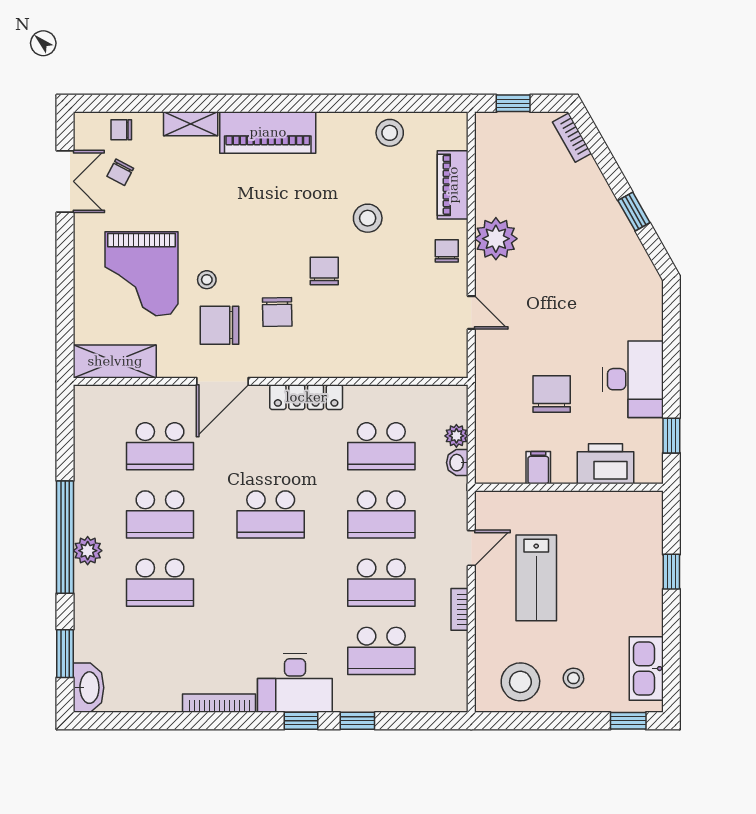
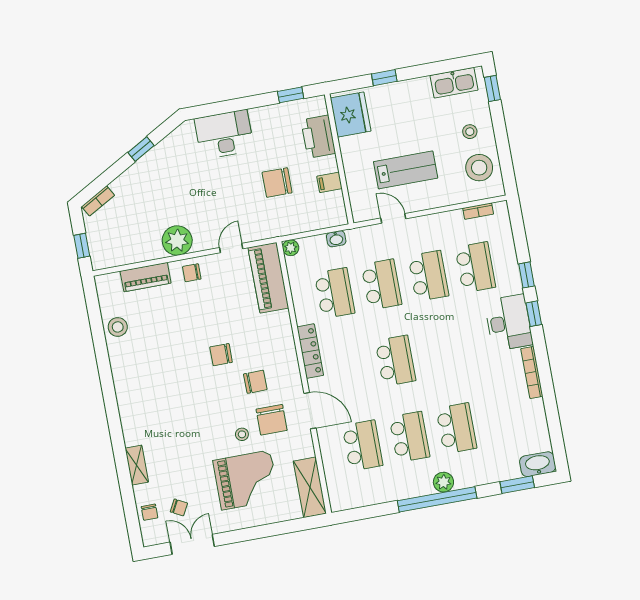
piano: (268, 132) -> (268, 278), moved, turned 180
stool: (368, 218) -> (179, 331), removed
desk: (633, 379) -> (224, 134), moved
plant: (456, 436) -> (291, 248), moved
fridge: (628, 515) -> (351, 115), added
bookcase: (460, 609) -> (478, 211), moved

